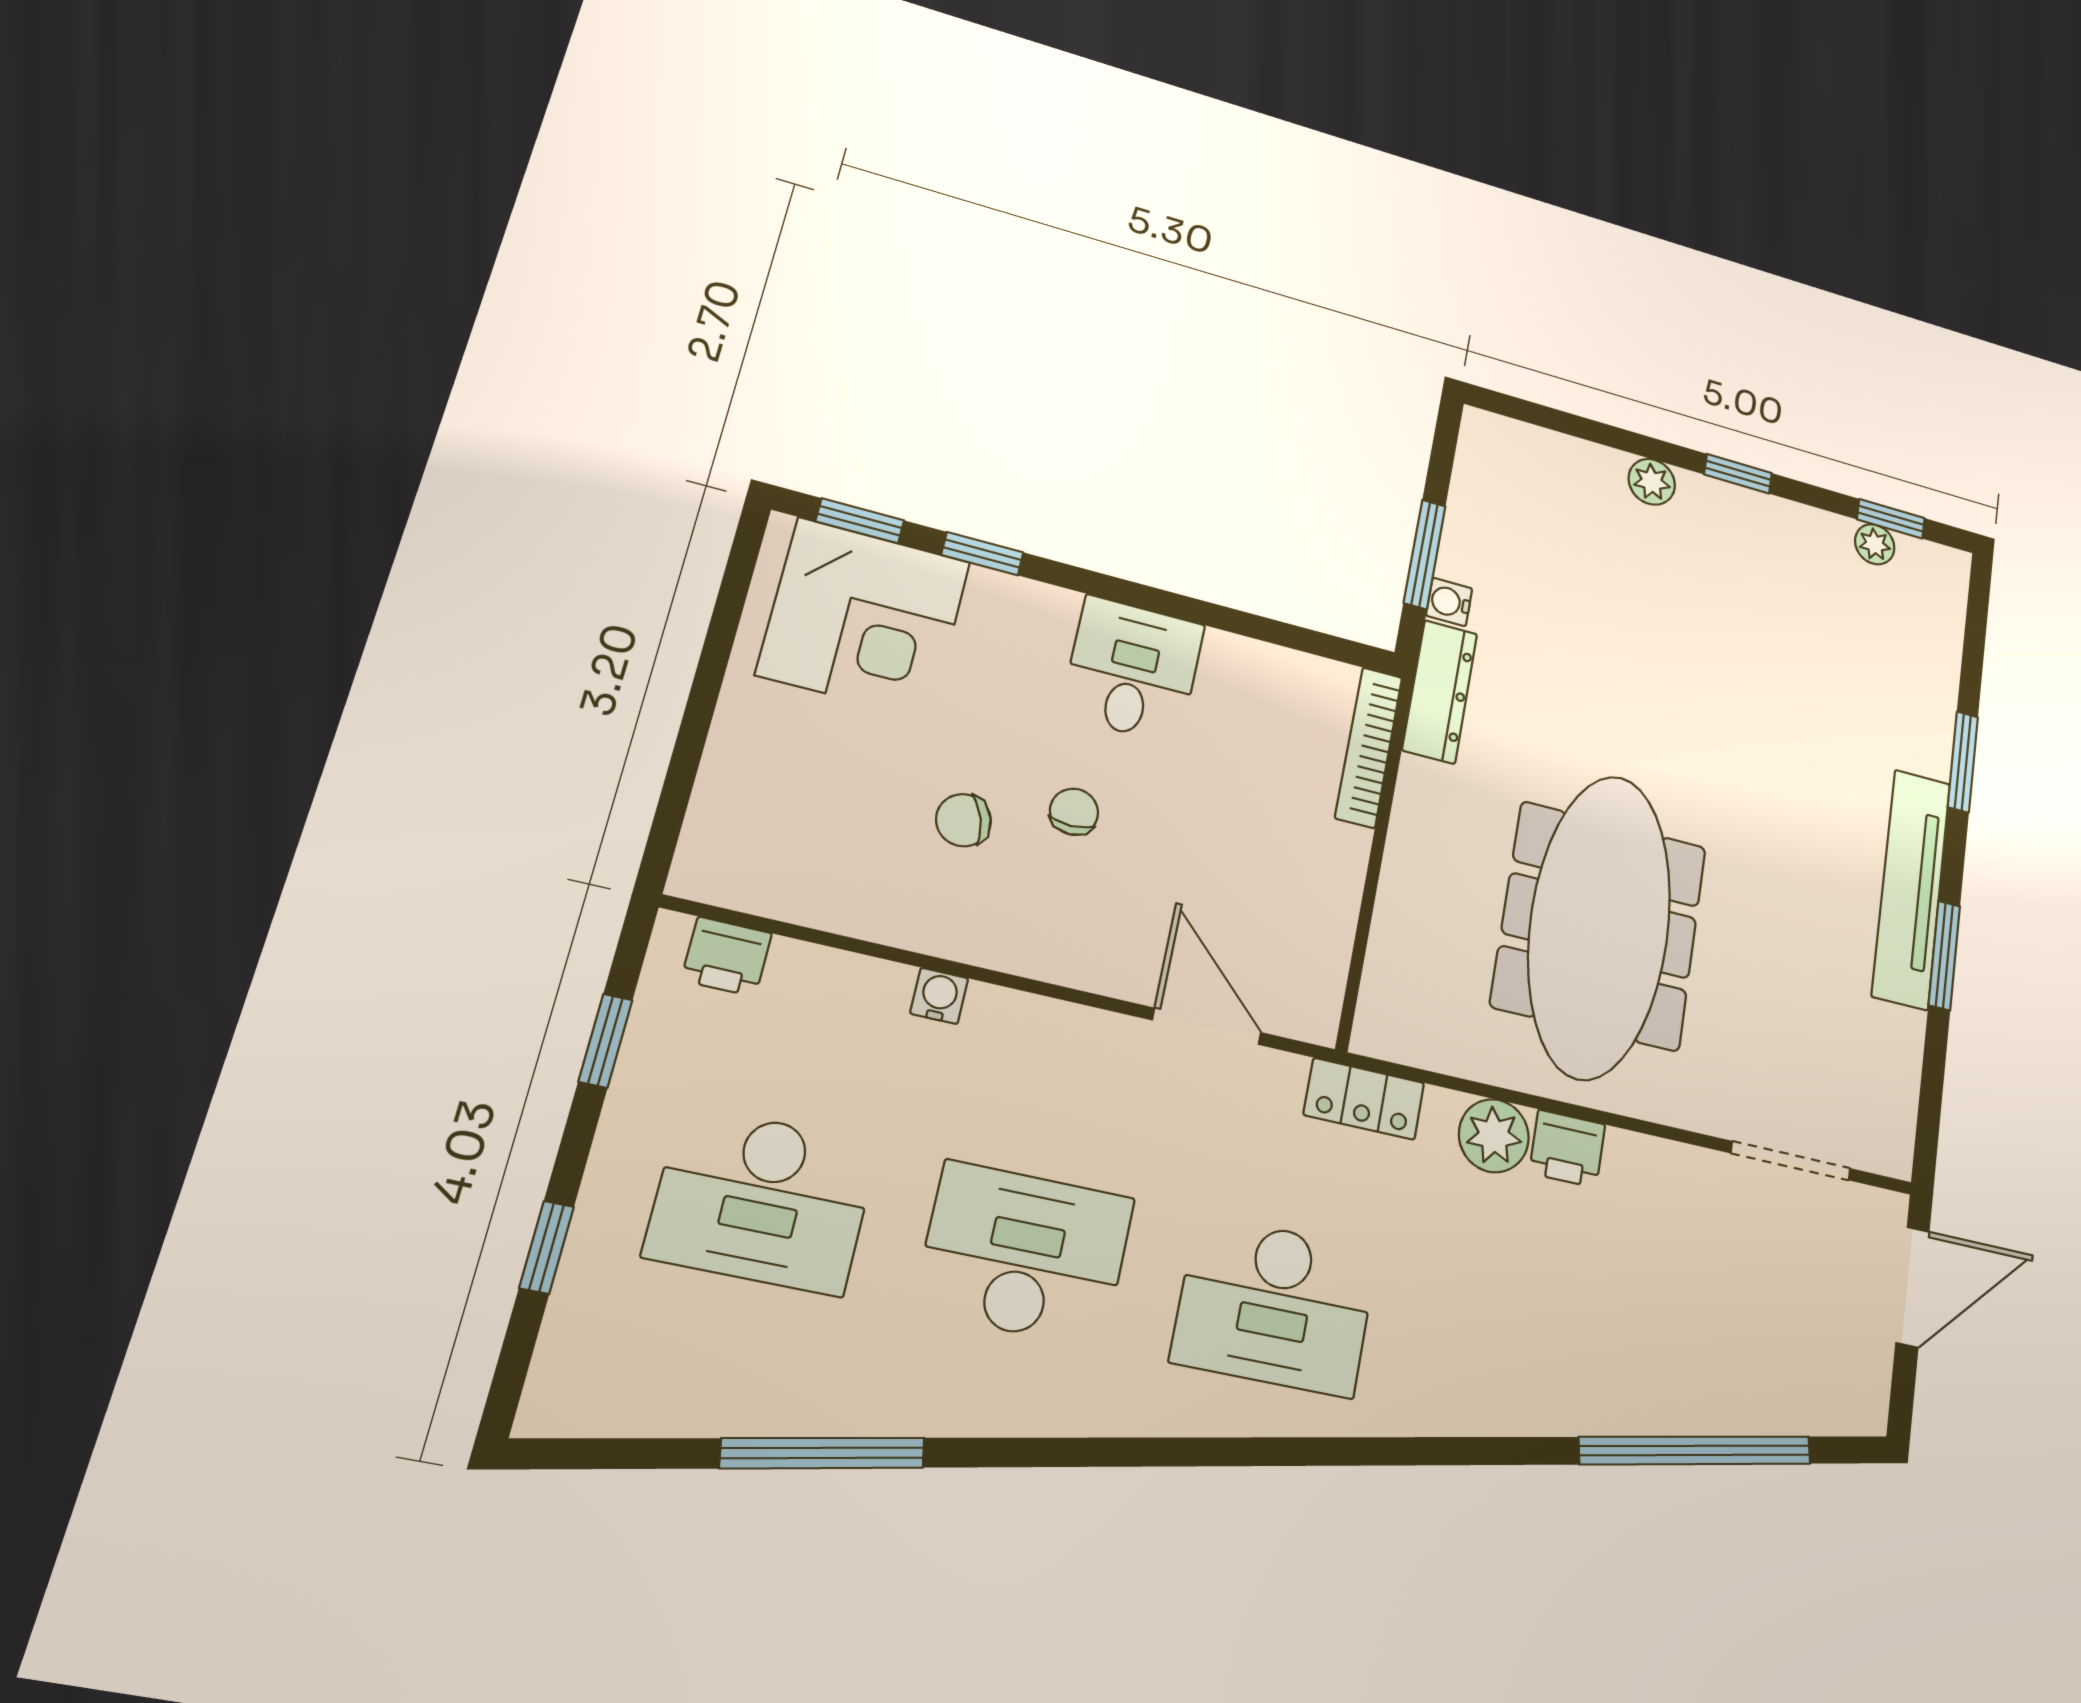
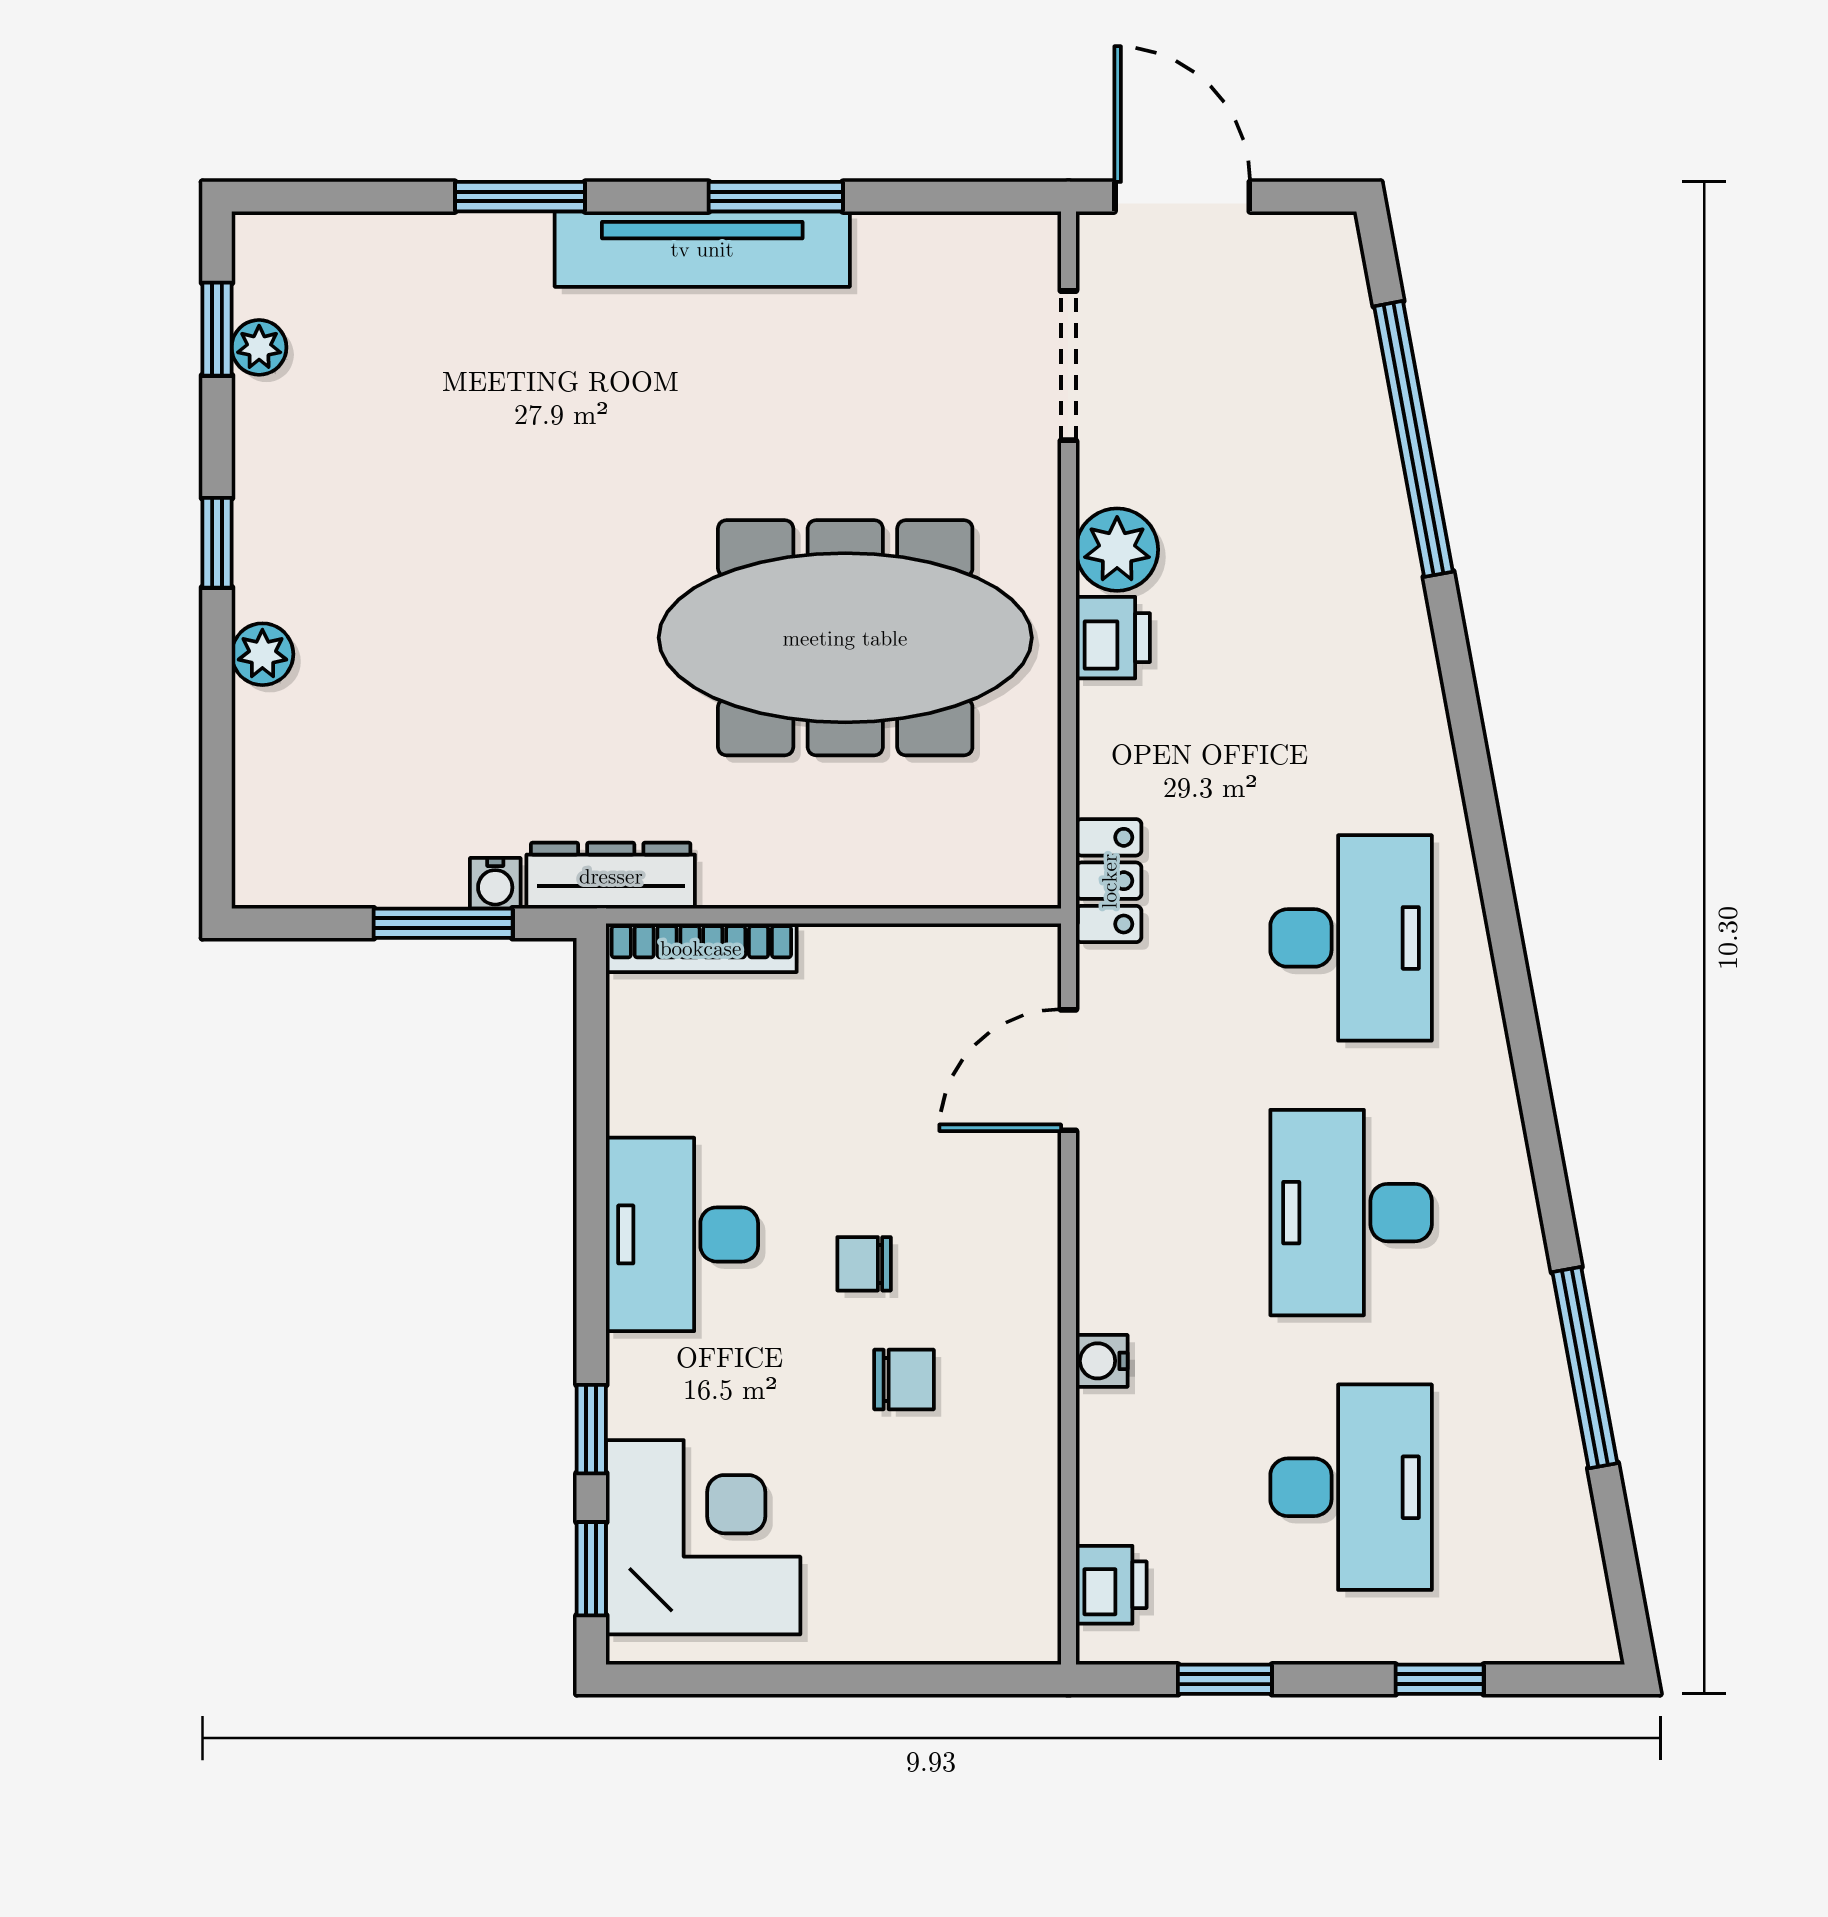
desk: (1133, 670) -> (682, 1234), width x1.37
chair: (963, 820) -> (904, 1379), turned -72
plant: (1494, 1136) -> (1117, 550), moved

